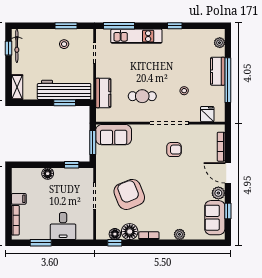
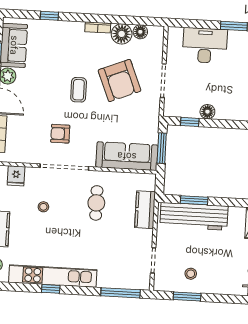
kitchen unit: (136, 36) -> (53, 276), moved, width x1.36
cafe table: (142, 96) -> (96, 203), turned 90
sofa: (114, 135) -> (127, 156), width x1.36
floor lamp: (48, 174) -> (207, 112), moved
coffee table: (161, 185) -> (79, 90), added
desk: (63, 226) -> (205, 45), width x1.37
plant: (180, 234) -> (59, 27), removed
window: (115, 243) -> (49, 16), moved

